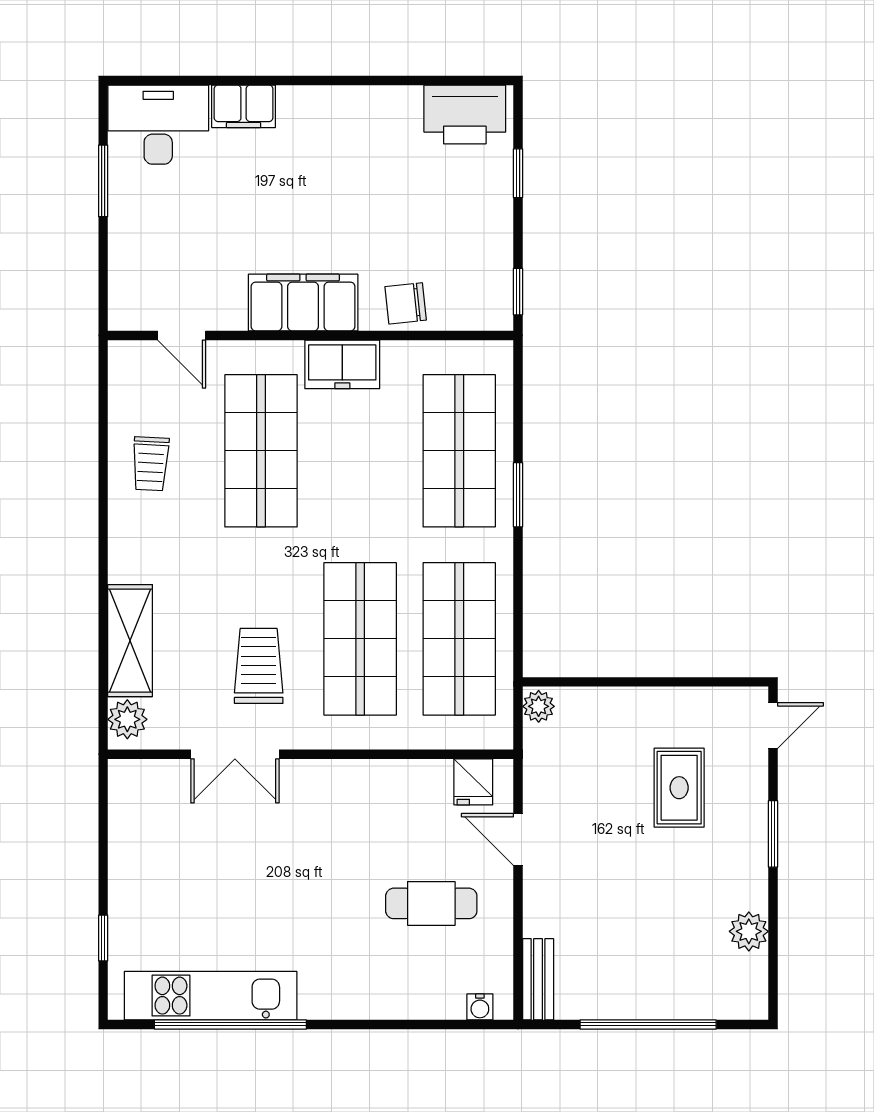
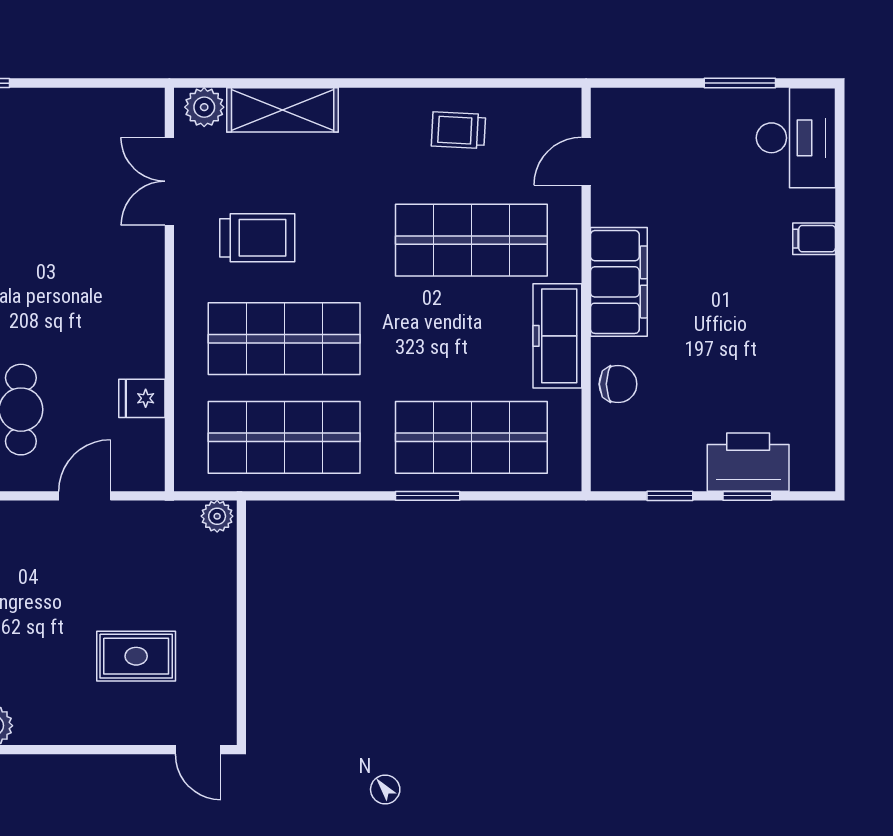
filing cabinet: (244, 106) -> (814, 239), width x0.50
printer: (465, 114) -> (748, 462), moved, turned 90
window: (518, 292) -> (670, 496), moved
chair: (406, 303) -> (618, 384), turned 96
freezer: (342, 364) -> (557, 336), width x1.40
double door: (235, 754) -> (169, 181), moved
fridge: (473, 782) -> (142, 398), moved
window: (773, 834) -> (90, 750), removed

